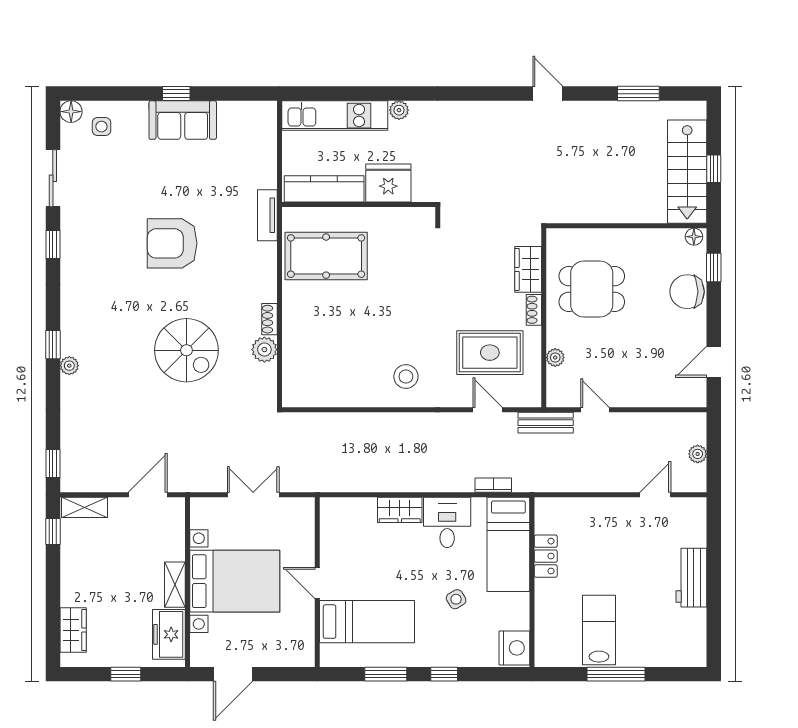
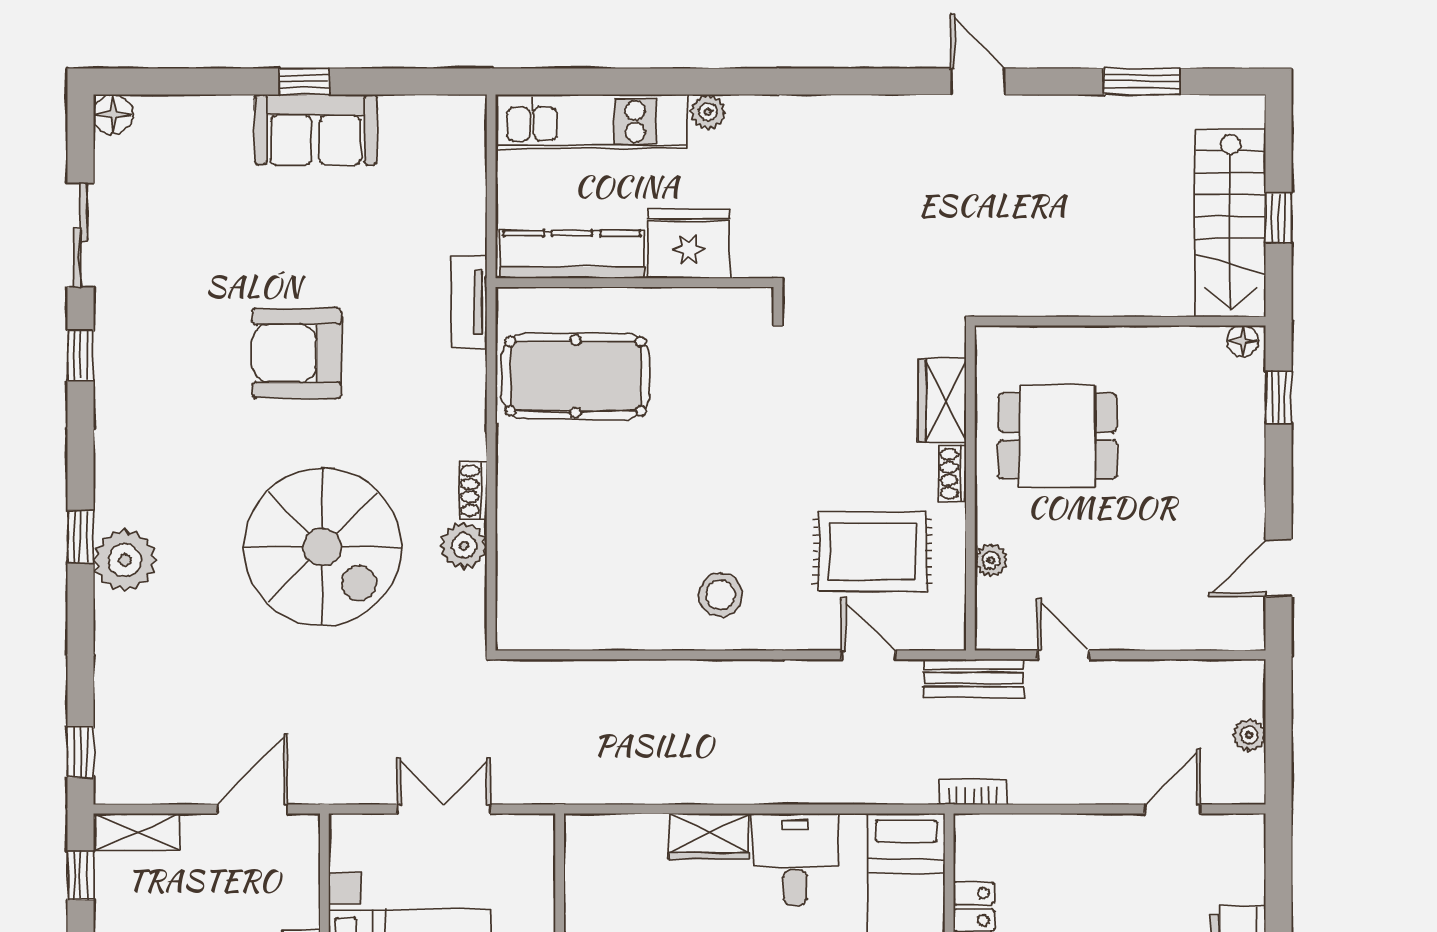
side table: (101, 127) -> (168, 141), removed
chair: (687, 292) -> (1230, 441), removed
spiral stairs: (186, 350) -> (322, 547), width x1.37, depth x1.37
plant: (69, 366) -> (125, 560), width x1.88, depth x1.88
bookcase: (493, 485) -> (973, 792), moved

